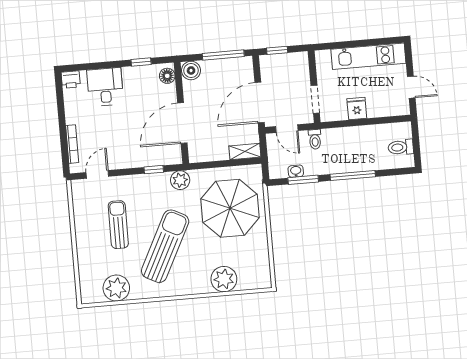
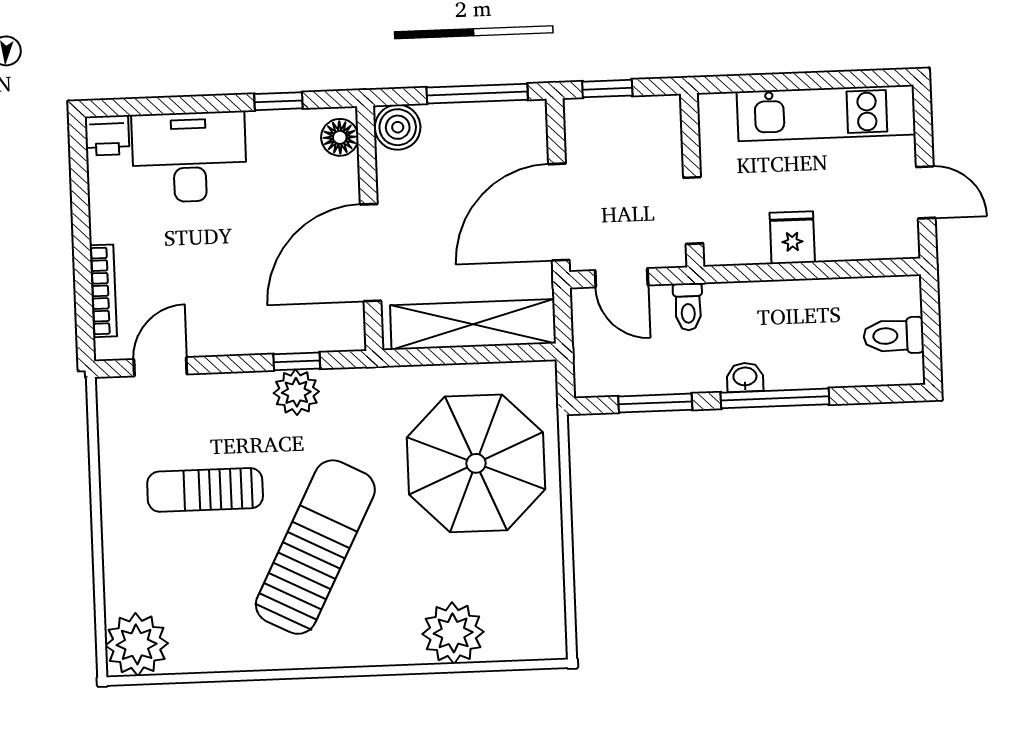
desk: (105, 87) -> (189, 157), width x1.37
shelving: (245, 151) -> (473, 324), width x2.20, depth x1.33
washbasin: (296, 171) -> (745, 377), moved
plant: (180, 180) -> (296, 392), moved
sun lounger: (118, 225) -> (205, 490), turned -90
plant: (116, 288) -> (137, 644), moved

